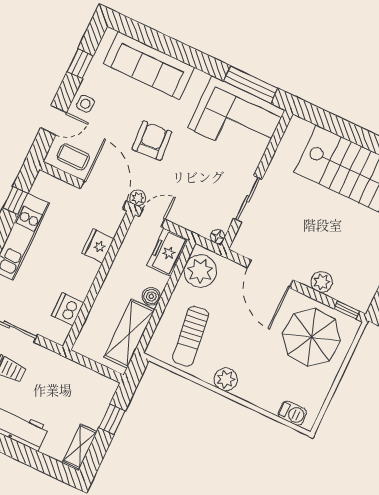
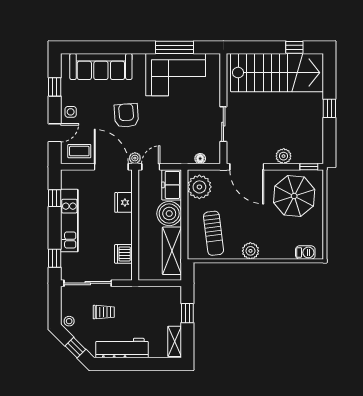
wall: (257, 180) -> (223, 109), moved
sliding door: (248, 199) -> (223, 124), moved
boiler: (151, 296) -> (169, 214), width x1.86, depth x1.86

